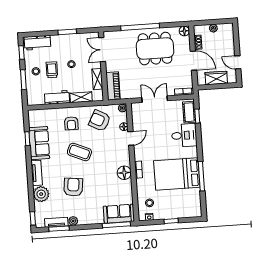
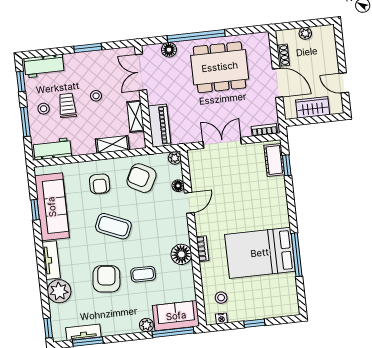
floor lamp: (184, 31) -> (169, 50), moved
workbench: (57, 97) -> (52, 149), moved
desk: (184, 135) -> (268, 195), removed
sofa: (39, 143) -> (52, 207), width x1.36
coffee table: (98, 185) -> (143, 274), added
plant: (73, 221) -> (146, 325), moved

